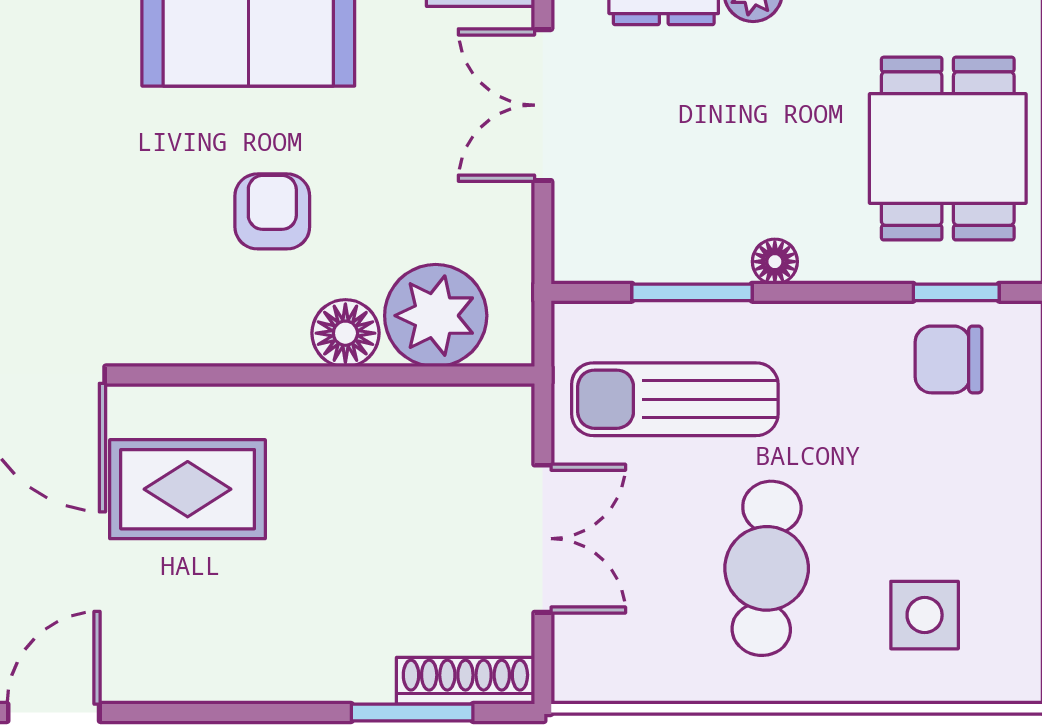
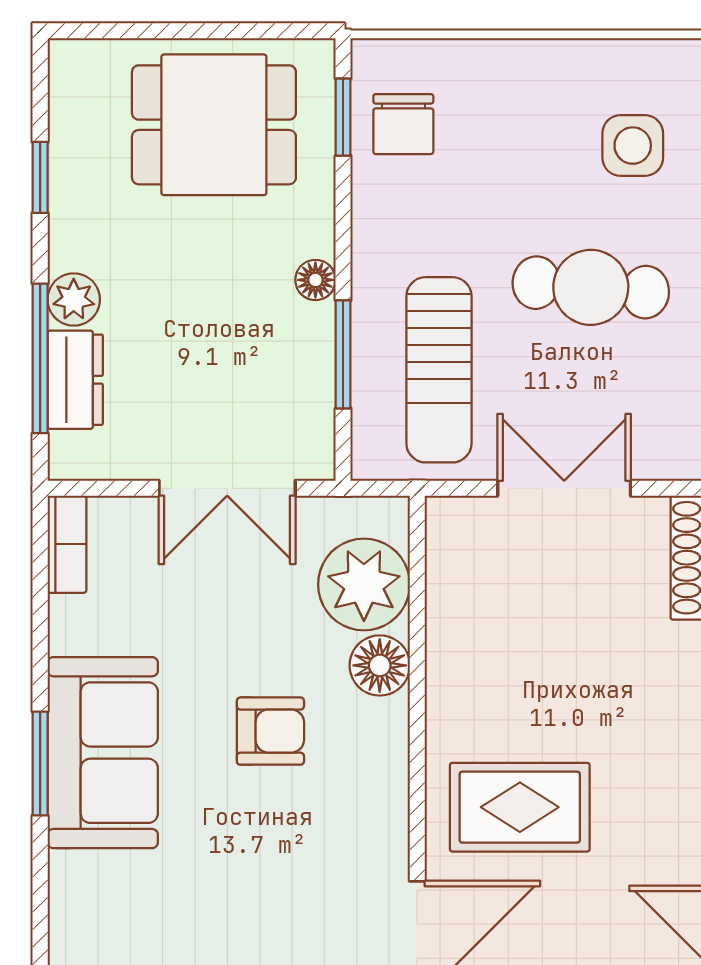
double door: (543, 105) -> (227, 488), moved
armchair: (272, 211) -> (270, 731), turned 180
rug: (188, 489) -> (520, 807), turned 90

